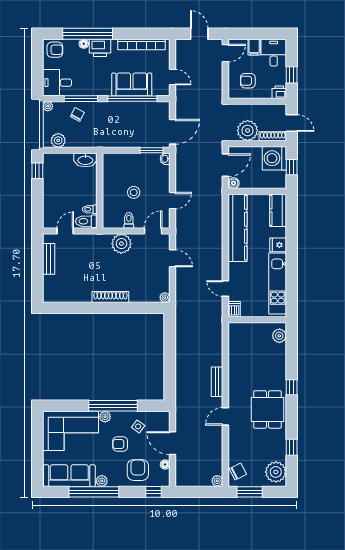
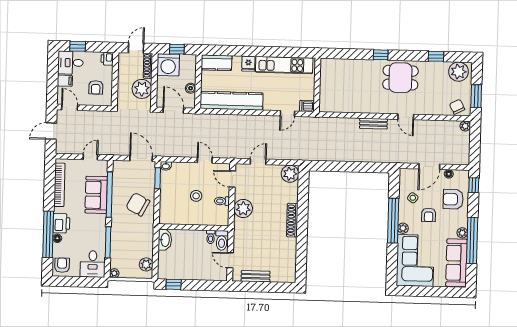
window: (292, 75) -> (78, 46), moved
chair: (77, 115) -> (138, 204), moved, width x1.87, depth x1.87
boiler: (234, 183) -> (191, 88), moved
plant: (165, 297) -> (290, 174), width x1.88, depth x1.88
plant: (279, 336) -> (333, 65), removed

